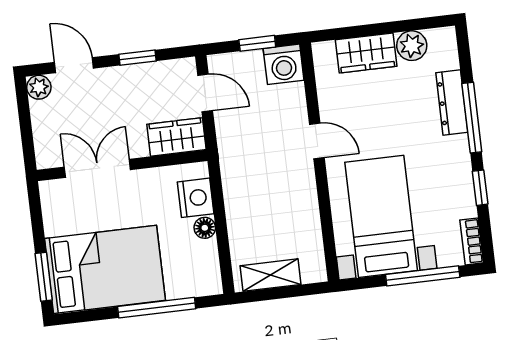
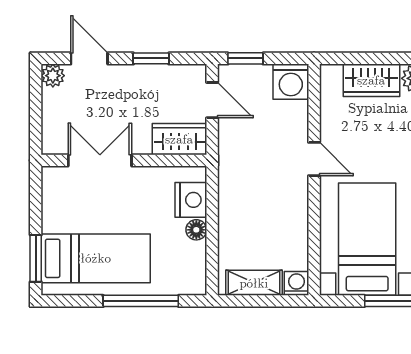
window: (257, 43) -> (245, 58), moved
bed: (105, 269) -> (96, 258), width x0.67
washing machine: (314, 271) -> (296, 283), added

